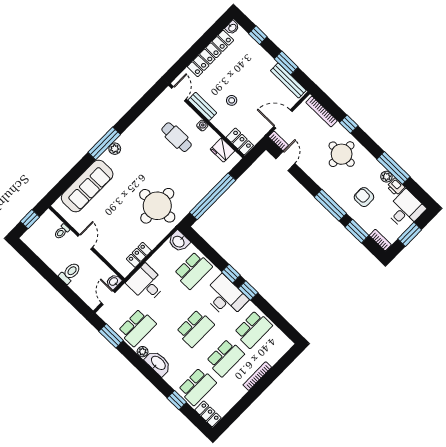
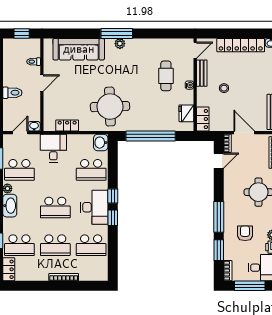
window: (410, 234) -> (250, 286), width x1.44

